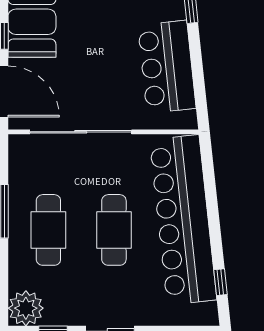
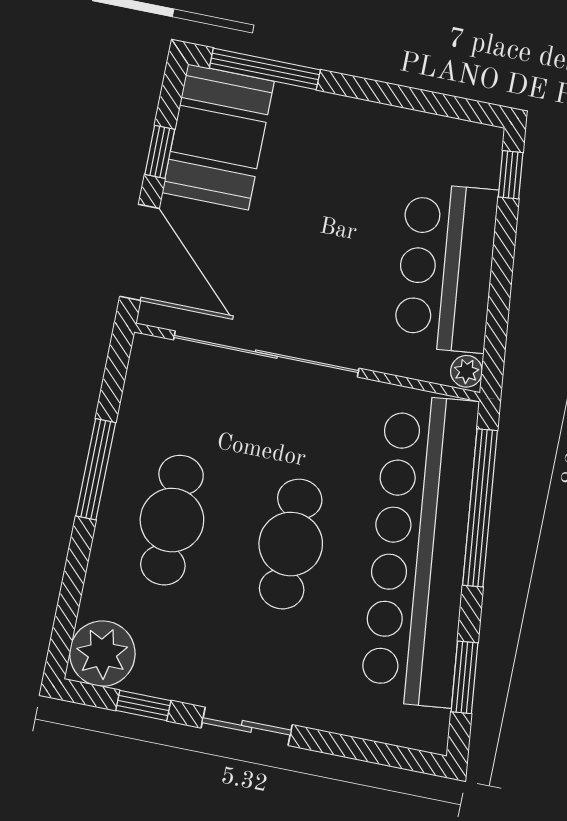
plant: (189, 120) -> (466, 371), added
window: (211, 191) -> (480, 508), added
window: (220, 282) -> (464, 677), width x1.50

